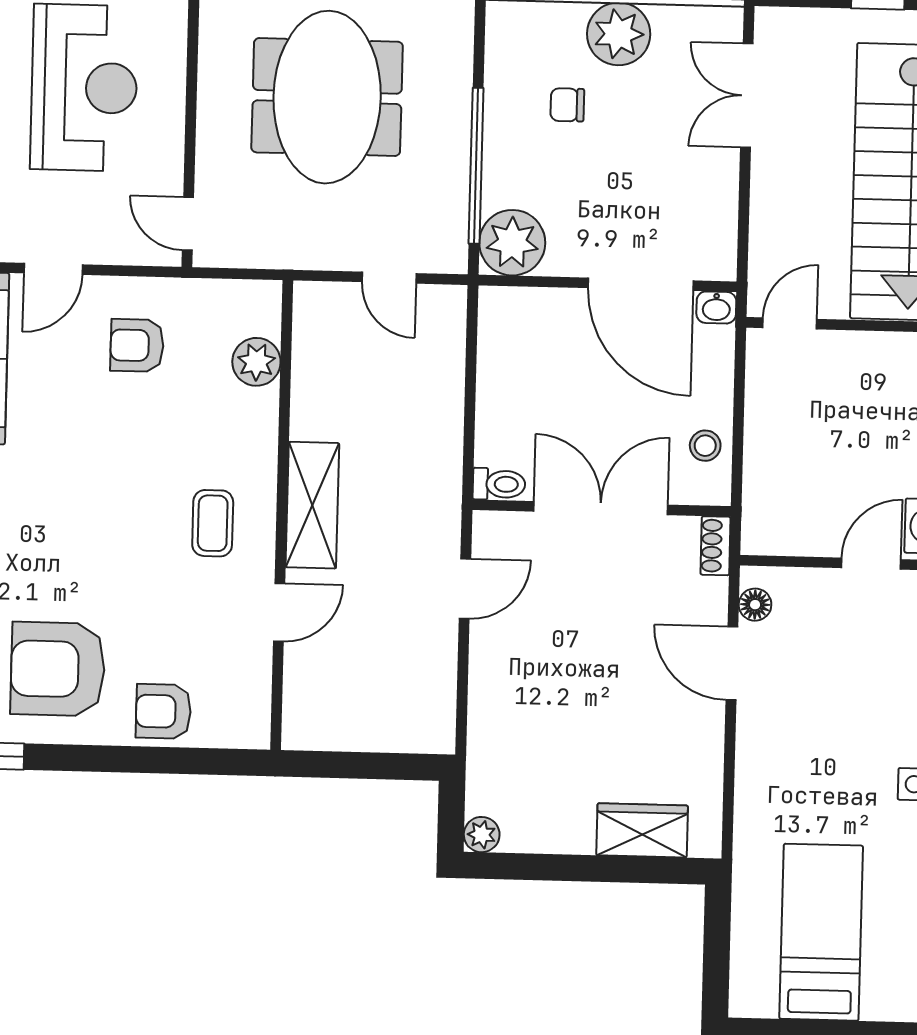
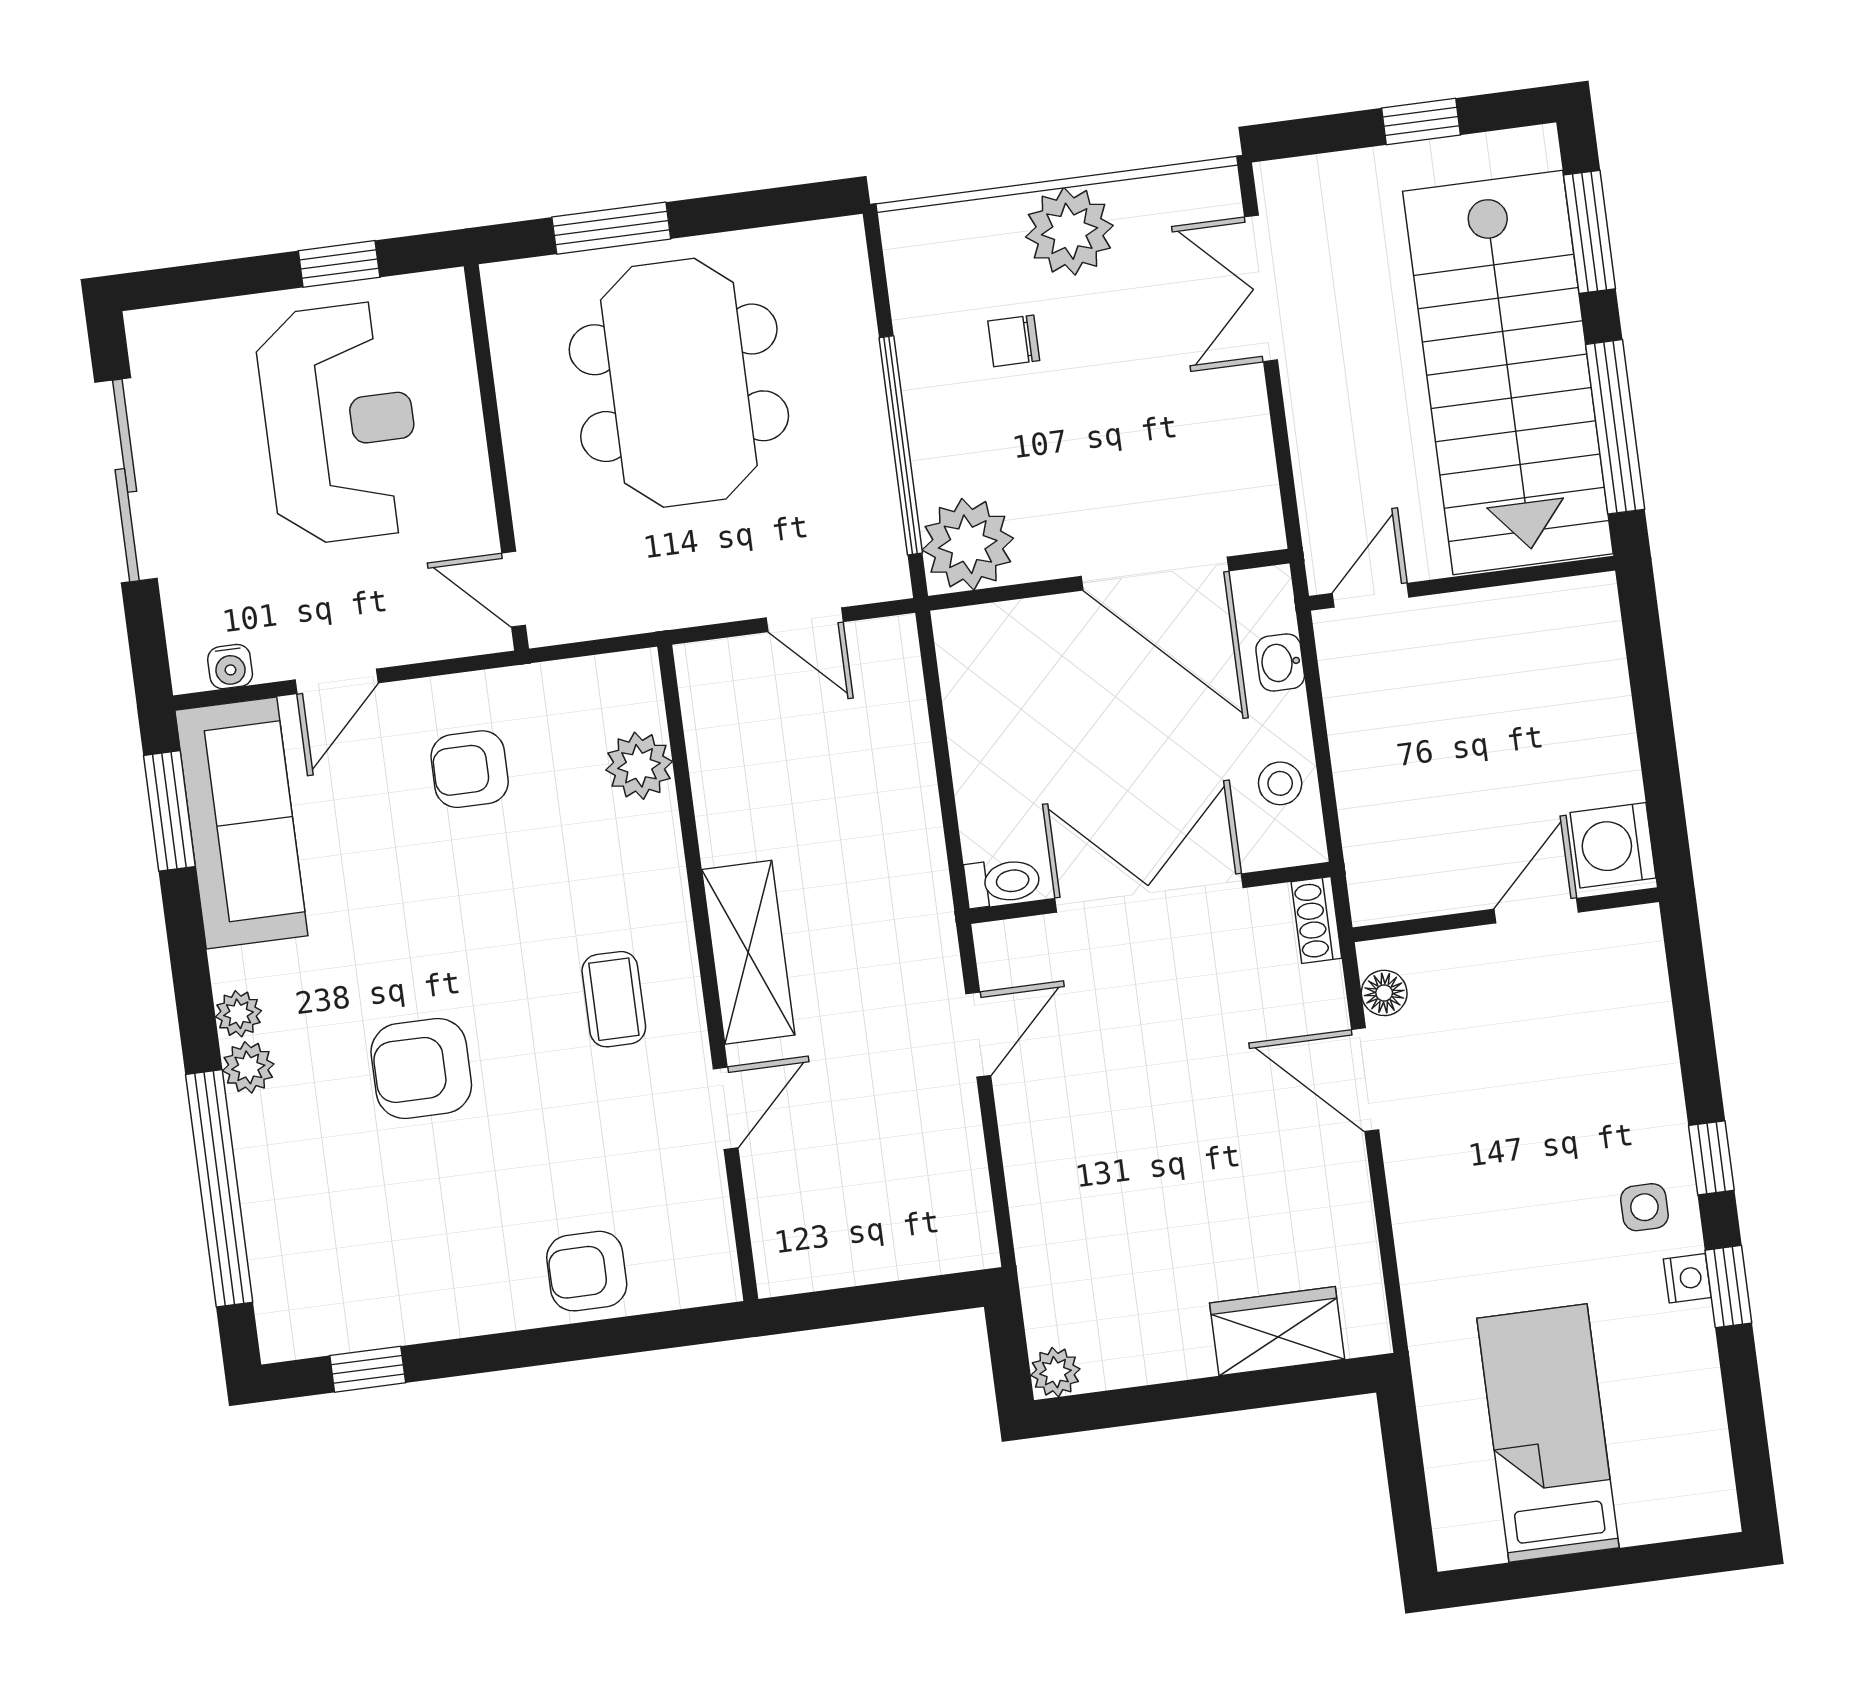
washbasin: (716, 307) -> (1280, 662), moved, turned 90
armchair: (58, 669) -> (421, 1068), moved, width x0.73, depth x0.73

